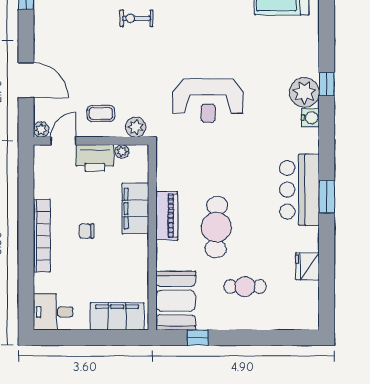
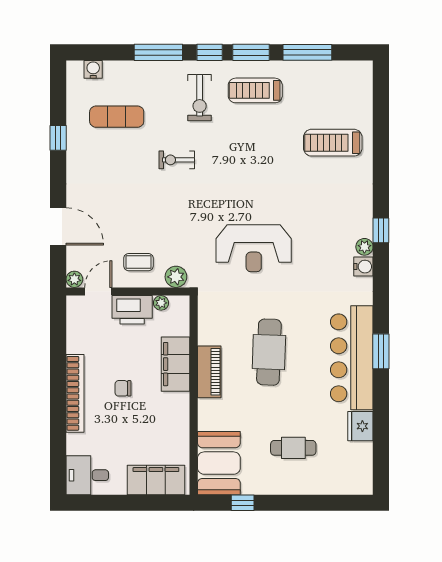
plant: (304, 92) -> (364, 247), width x0.53, depth x0.53
bar counter: (299, 190) -> (352, 358), width x1.36
cafe table: (216, 227) -> (269, 352), moved

